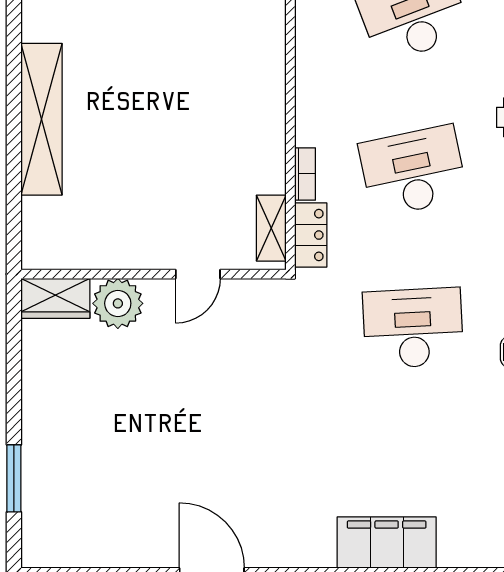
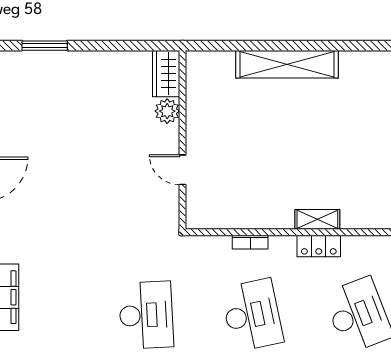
shelving: (271, 228) -> (317, 219), moved
locker: (311, 235) -> (319, 246), moved
plant: (118, 303) -> (167, 111), width x0.73, depth x0.73

